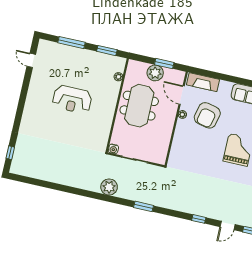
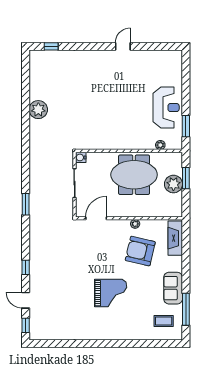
window: (71, 43) -> (186, 86), removed
door: (31, 60) -> (123, 46), moved
window: (164, 64) -> (186, 178), moved
door: (182, 95) -> (96, 218), moved
reception desk: (72, 99) -> (166, 108), moved, turned 180
plant: (109, 187) -> (38, 110), moved

